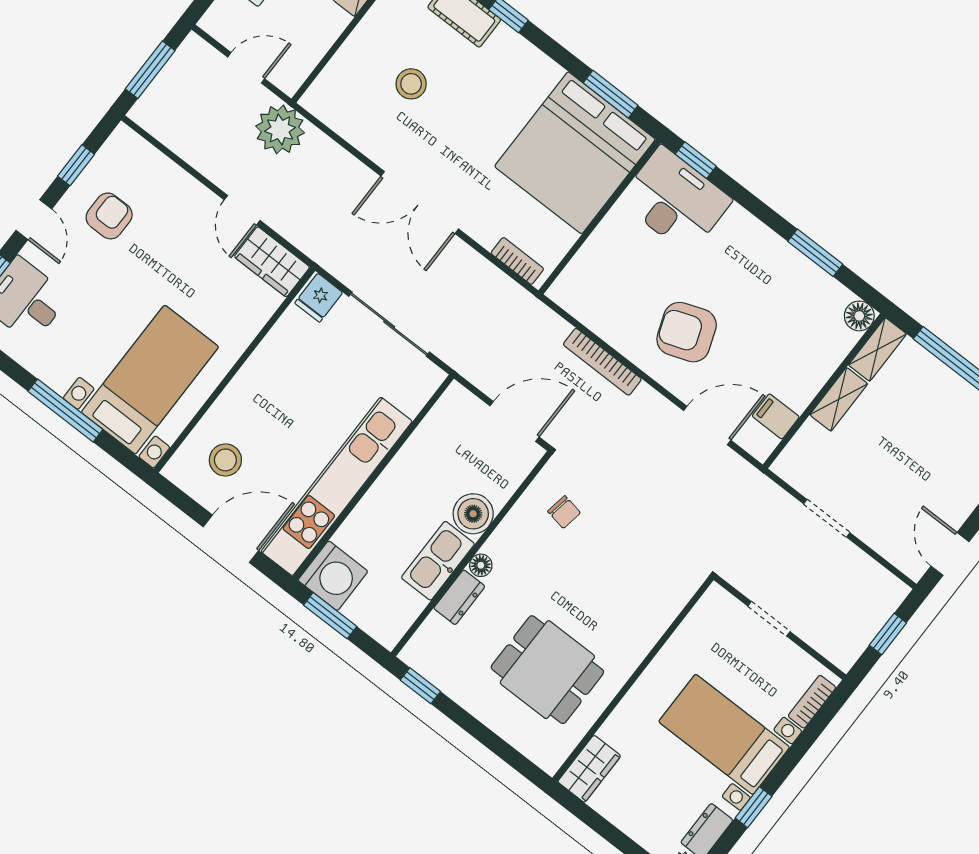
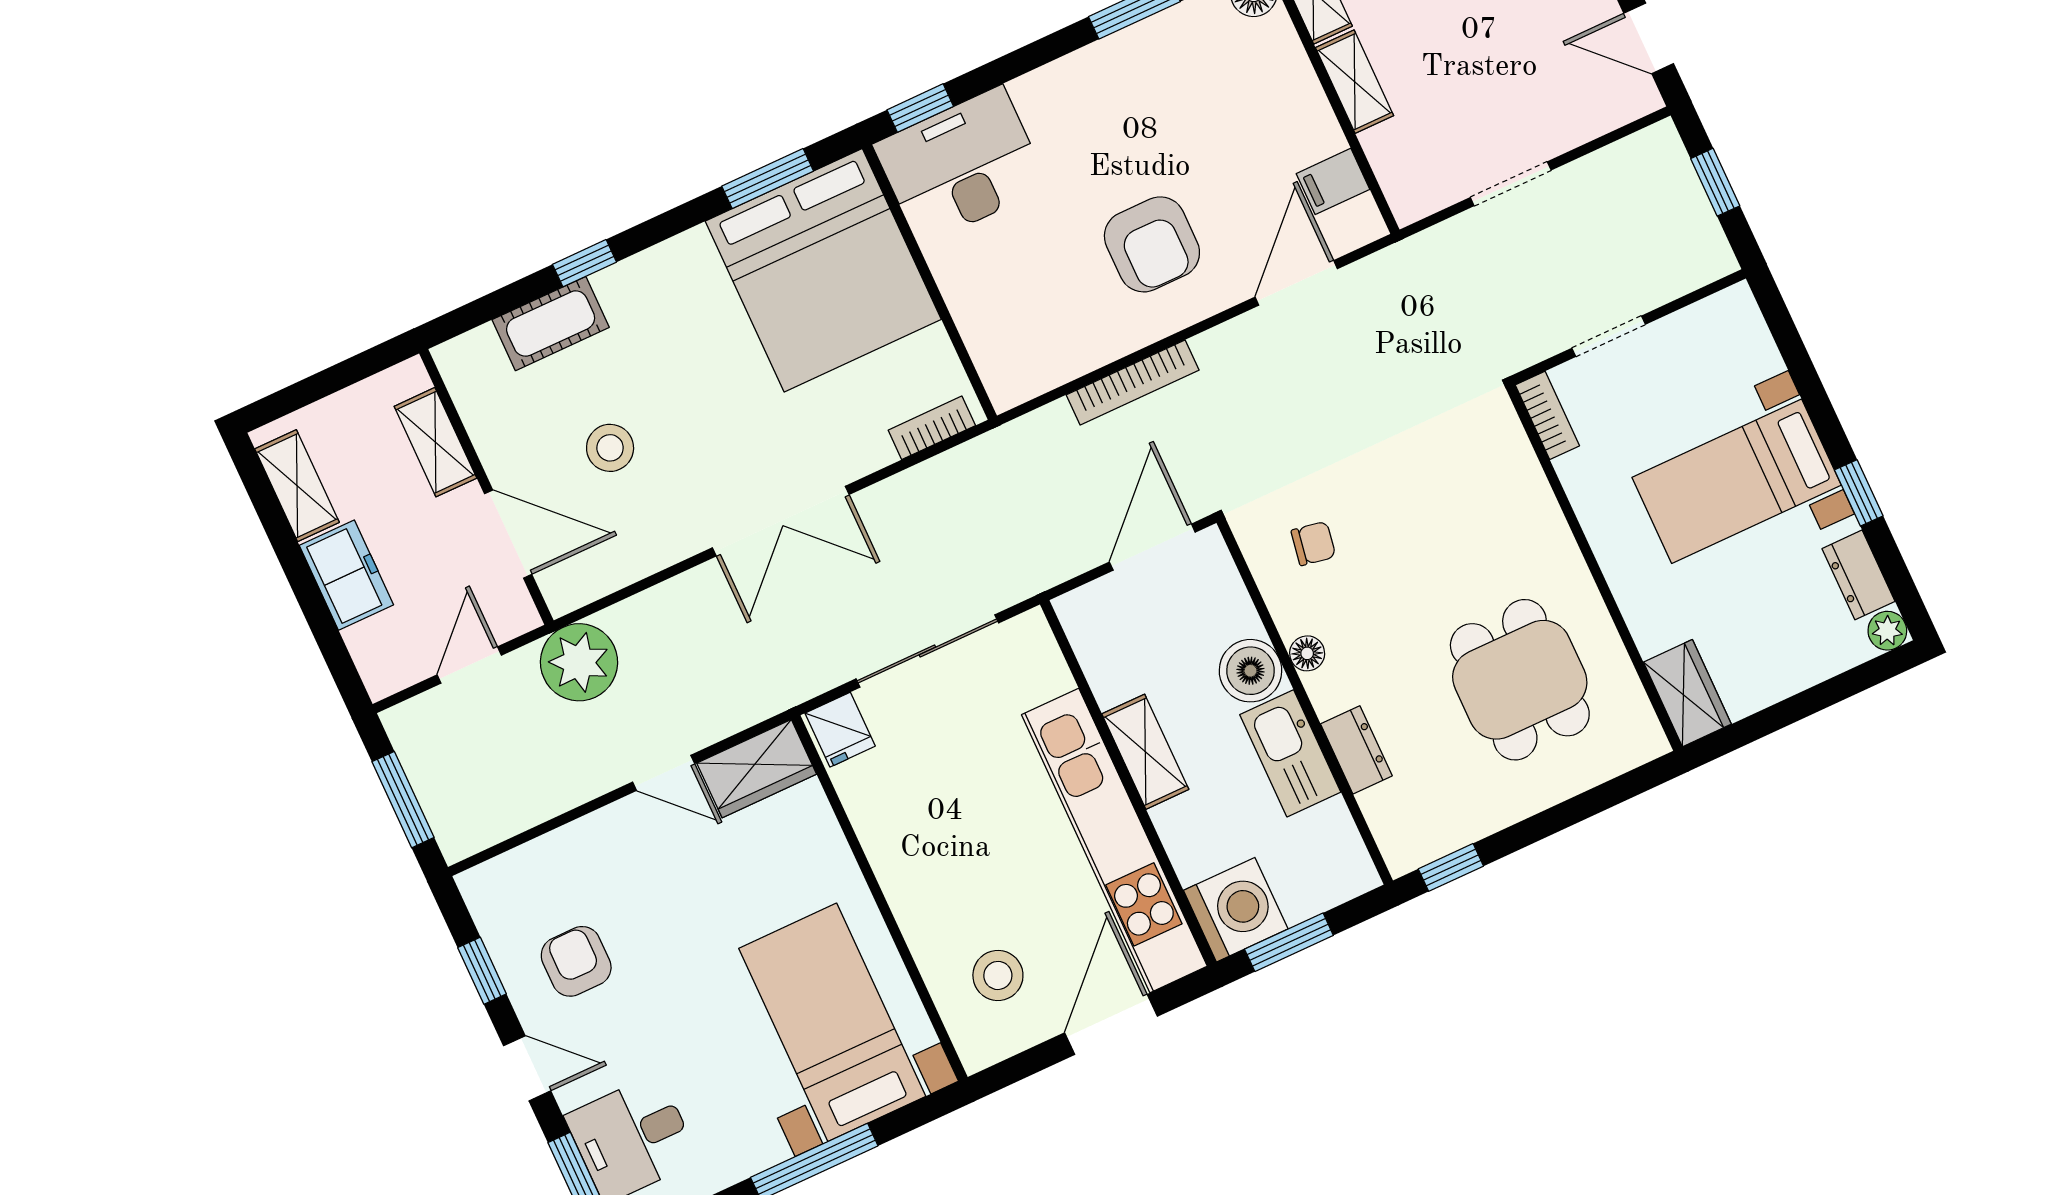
door: (332, 51) -> (508, 534), added
armchair: (687, 332) -> (1152, 244), turned -70
shelving: (396, 478) -> (1145, 752), added
floor lamp: (481, 565) -> (1307, 653), moved
dining table: (547, 670) -> (1520, 680), turned 90
bookcase: (812, 702) -> (1547, 415), moved, turned 180

